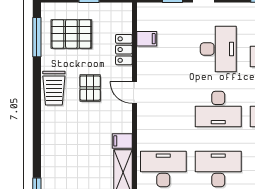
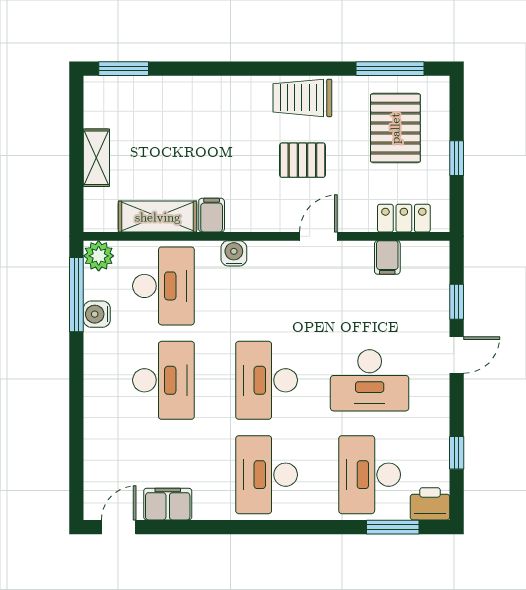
locker: (124, 50) -> (404, 218), moved
door: (134, 93) -> (318, 236), moved
water cooler: (144, 128) -> (234, 253), added

